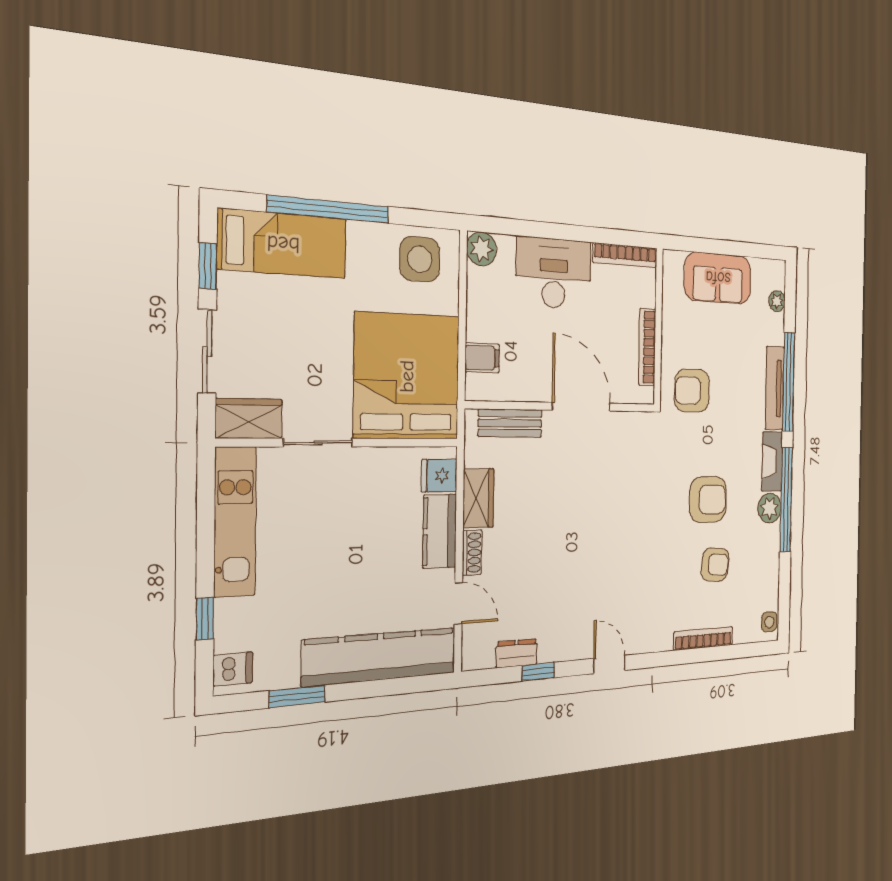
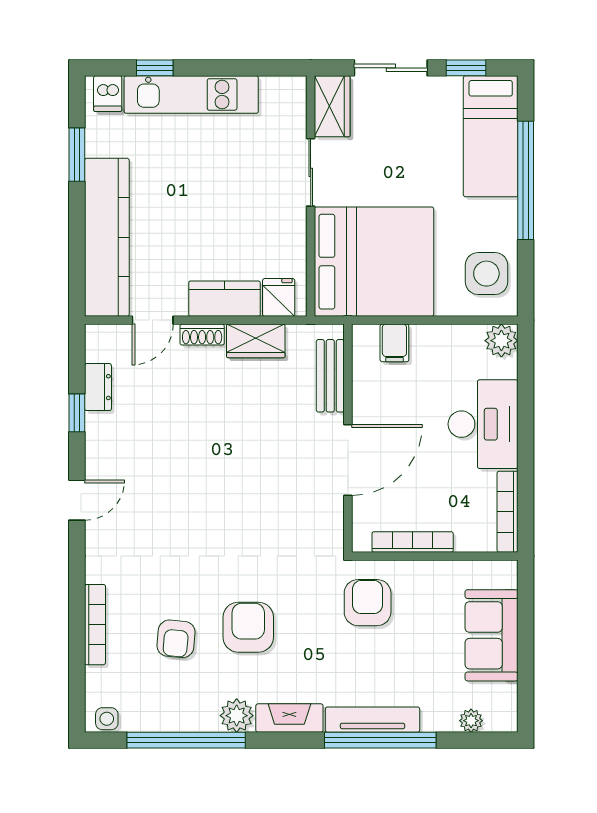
armchair: (708, 500) -> (248, 627), turned 180
window: (786, 500) -> (186, 740), moved
kitchen unit: (235, 522) -> (191, 94), moved

